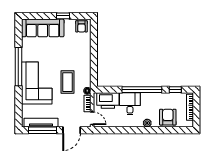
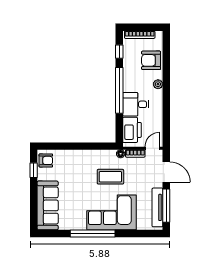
window: (63, 16) -> (34, 170), moved

